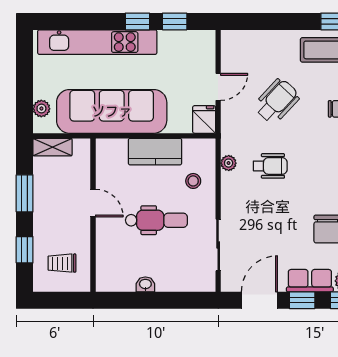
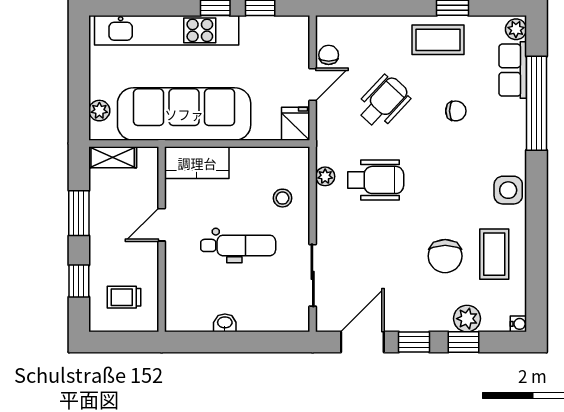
chair: (231, 62) -> (329, 55), added
kitchen counter: (155, 152) -> (197, 163), moved
wheelchair: (270, 166) -> (376, 180), width x1.36, depth x1.37
door: (93, 203) -> (162, 225), swing flipped
row of seats: (310, 281) -> (423, 318), removed

